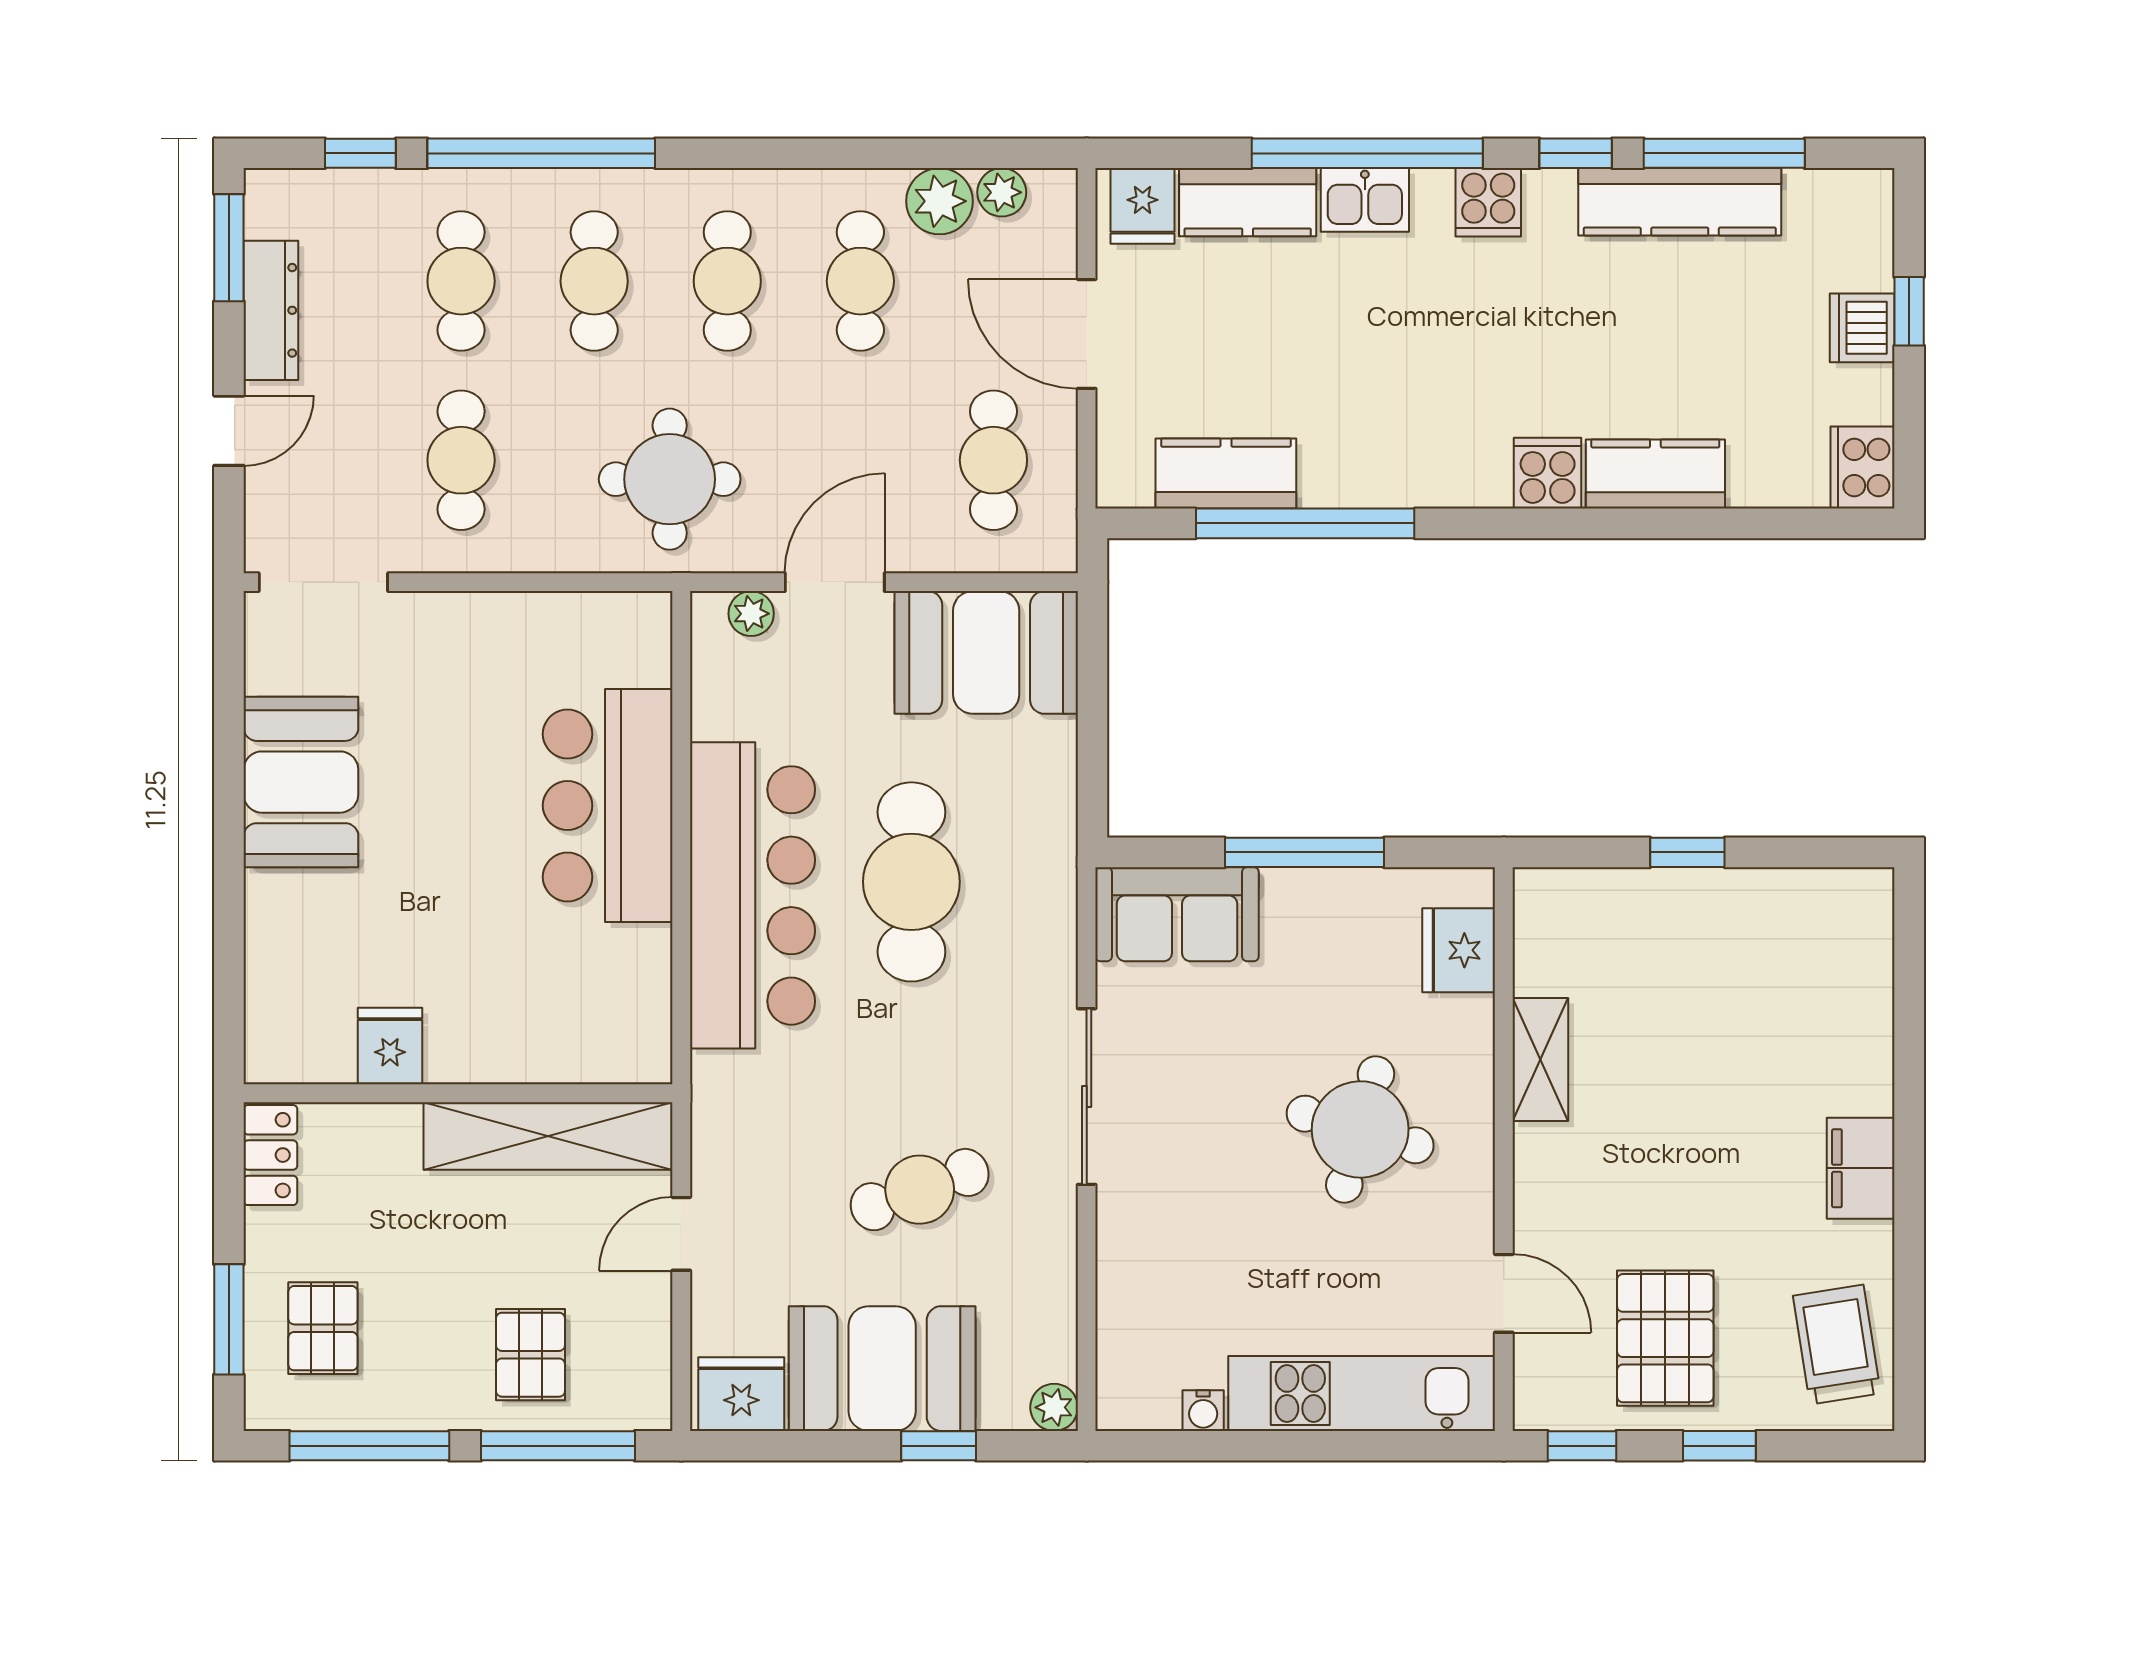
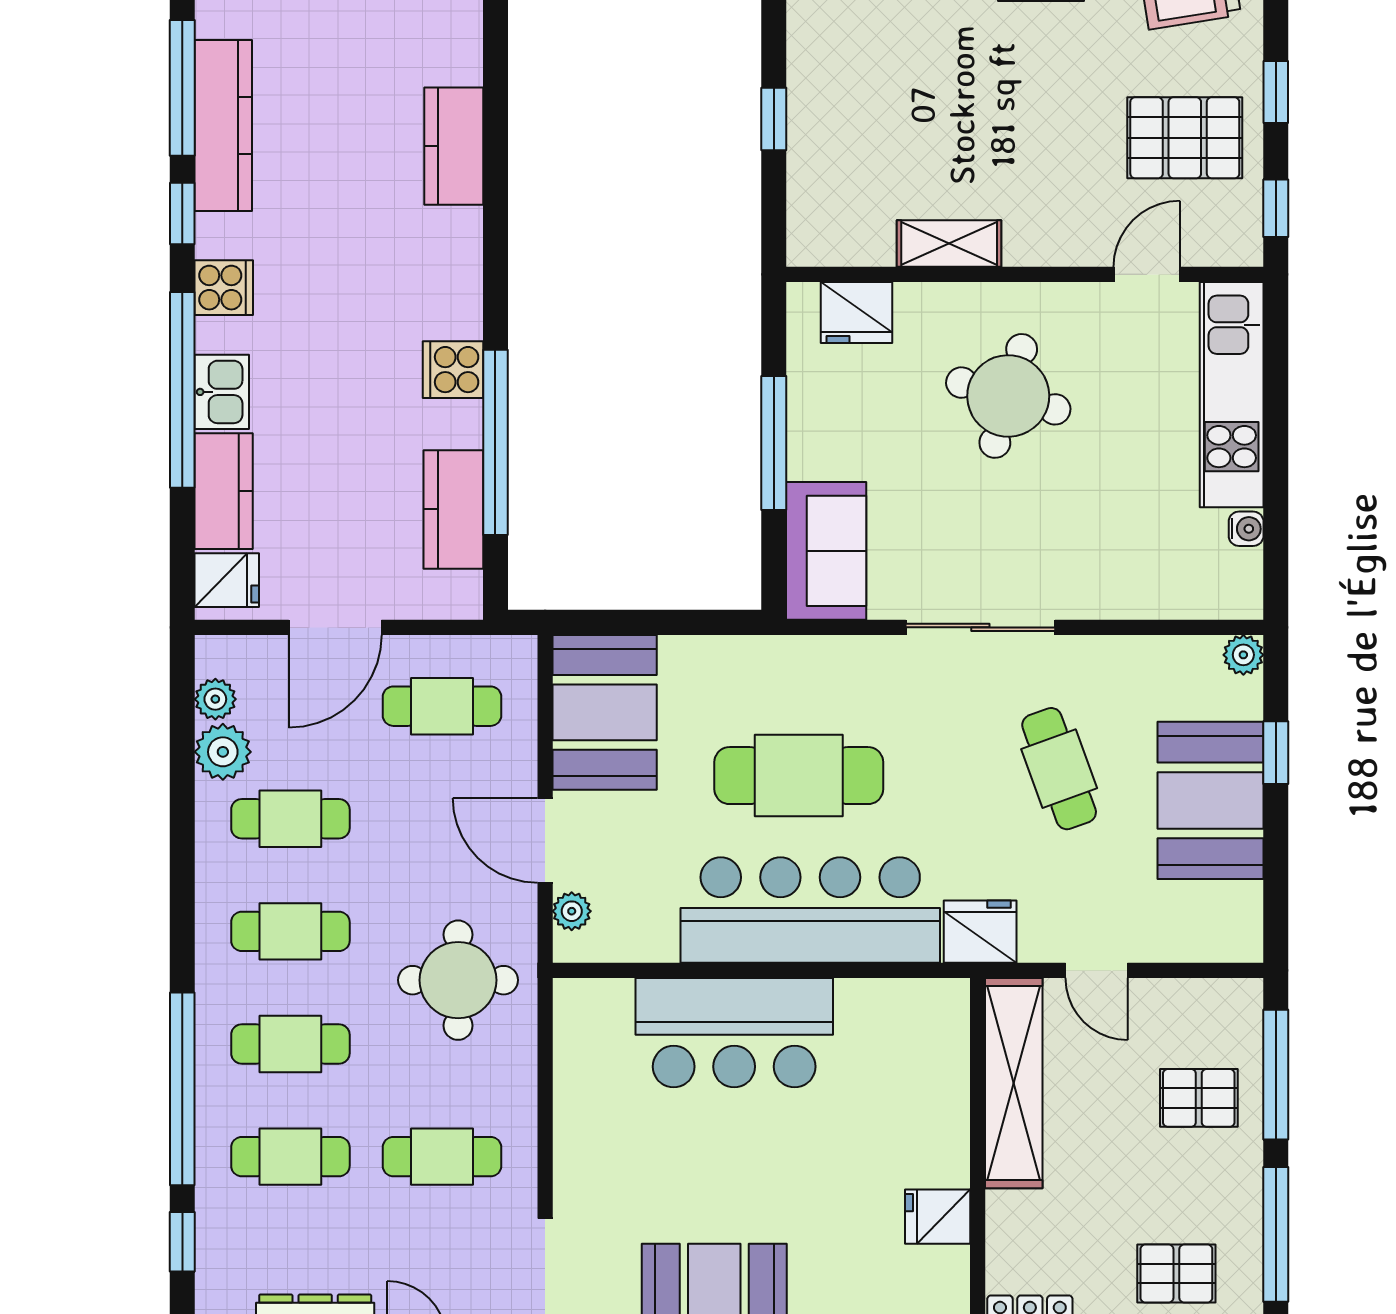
cooker: (1548, 473) -> (453, 370), moved
fridge: (741, 1394) -> (980, 932), moved, turned 90

